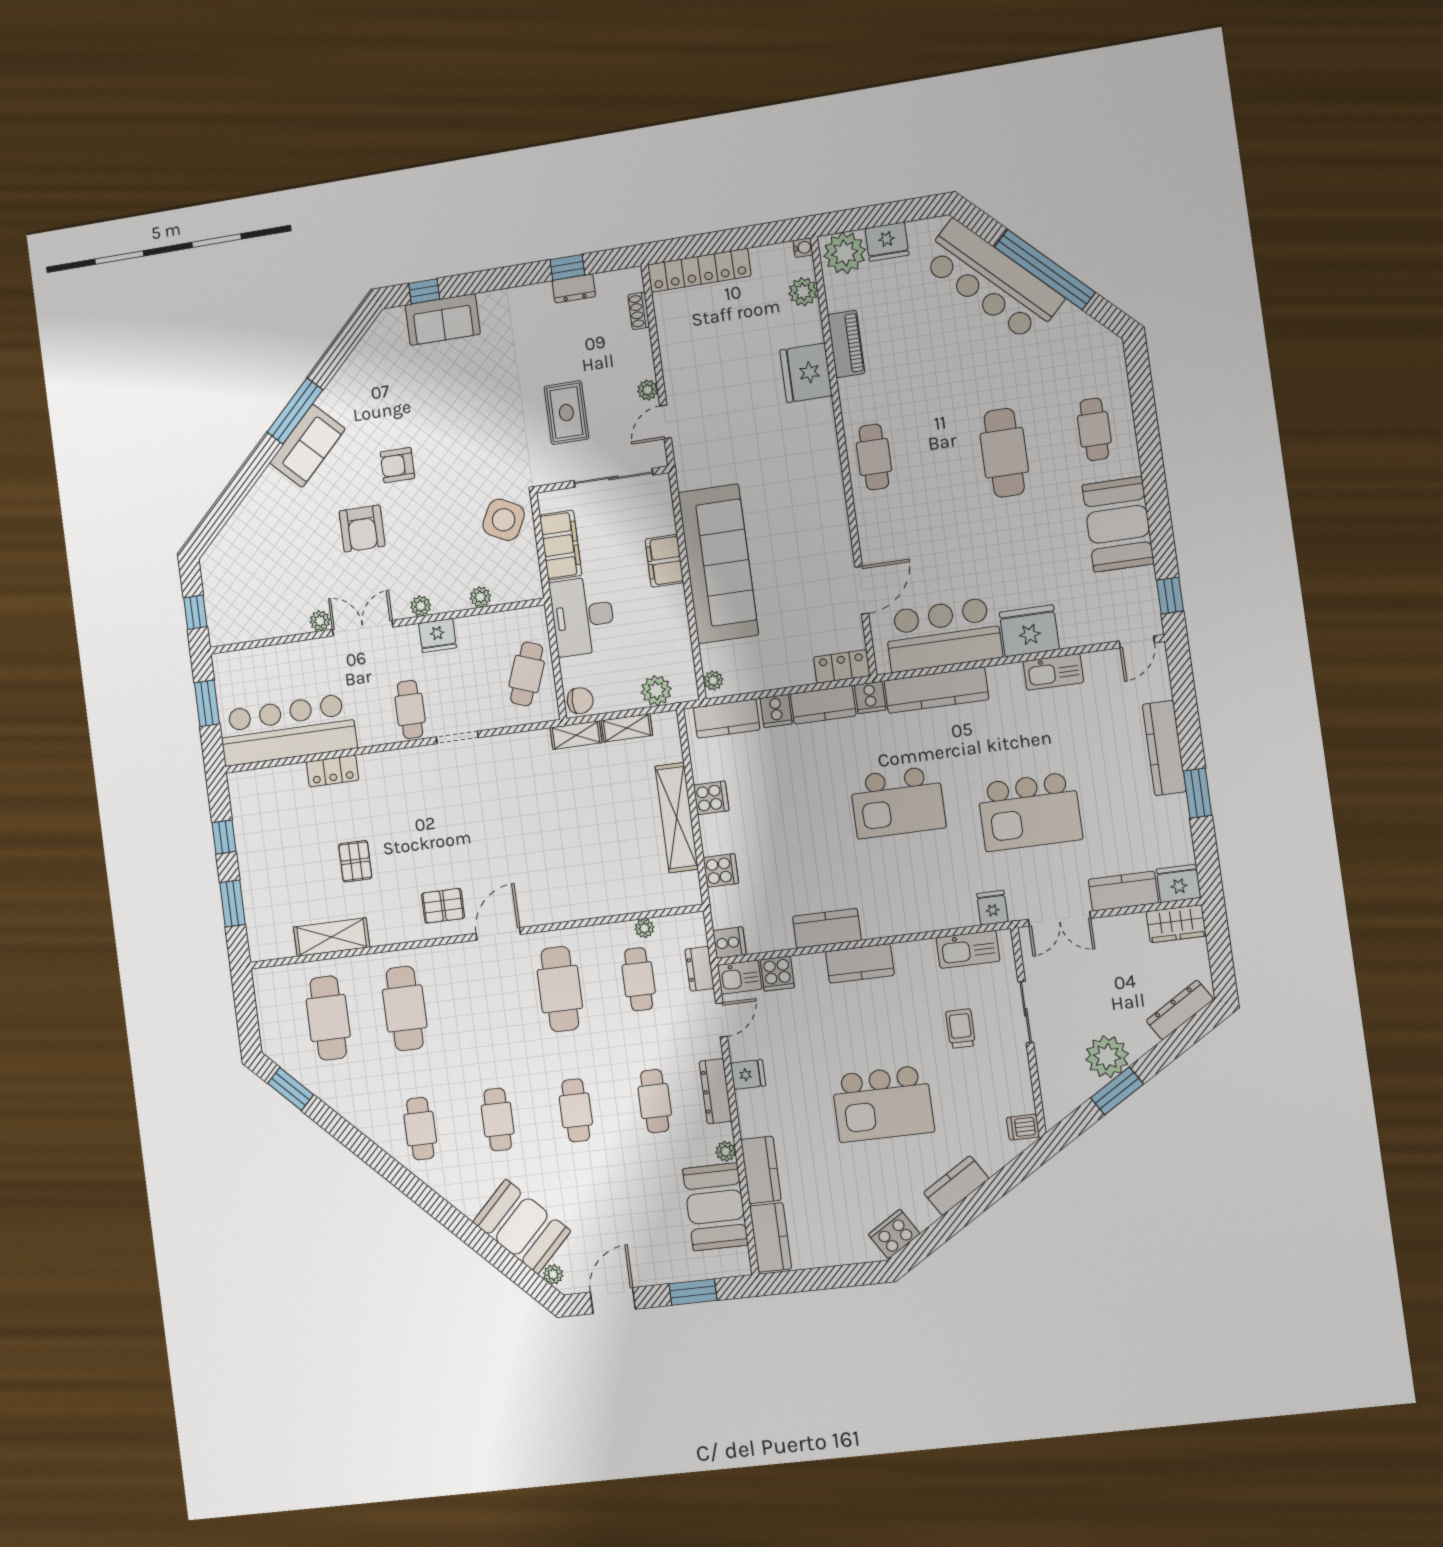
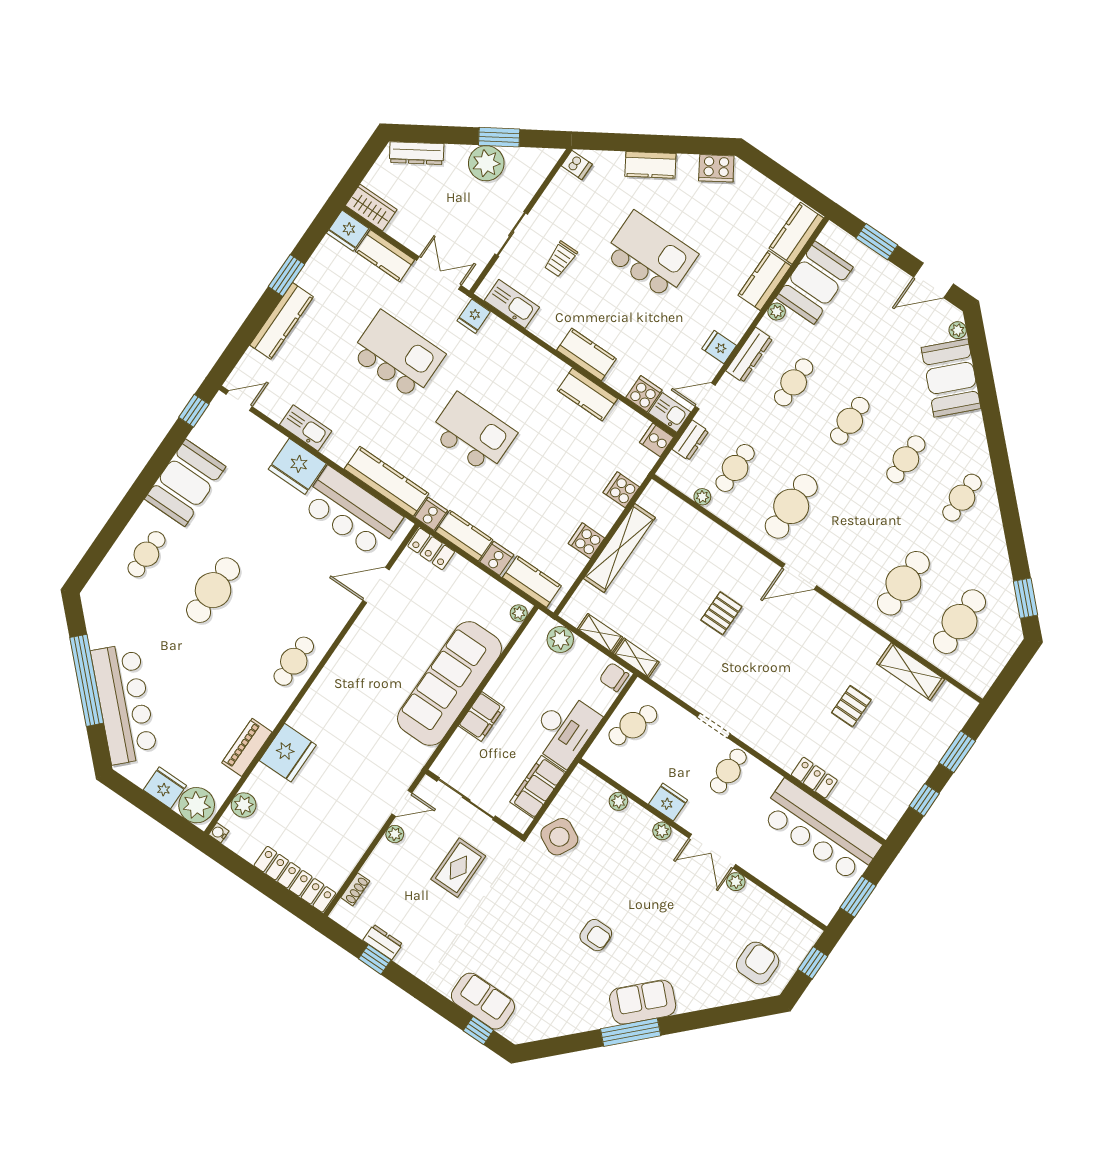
armchair: (362, 529) -> (758, 963), moved
pallet: (443, 906) -> (721, 613), moved, turned 90

